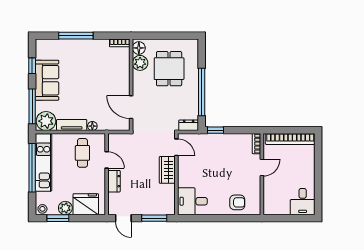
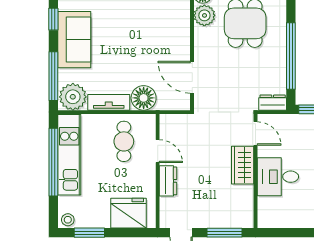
floor lamp: (92, 126) -> (144, 98), width x1.89, depth x1.89
desk: (192, 201) -> (278, 177), moved
plant: (65, 208) -> (100, 219), removed

